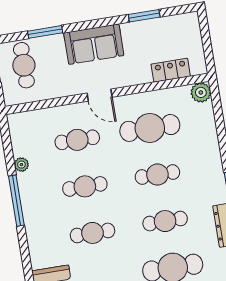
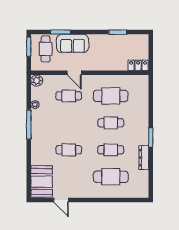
sofa: (94, 44) -> (73, 43), moved
locker: (171, 70) -> (138, 65), moved
plant: (201, 92) -> (37, 81), moved
door: (100, 95) -> (74, 73), moved
cafe table: (85, 186) -> (69, 123), removed

